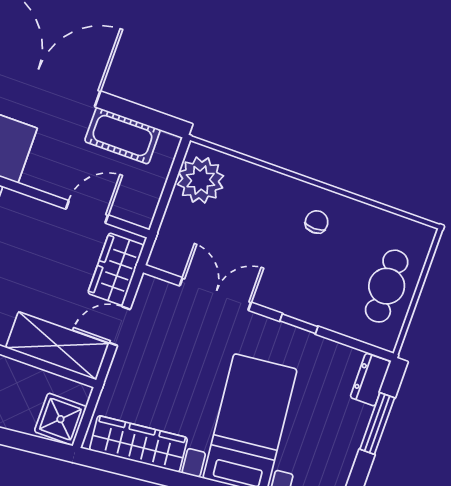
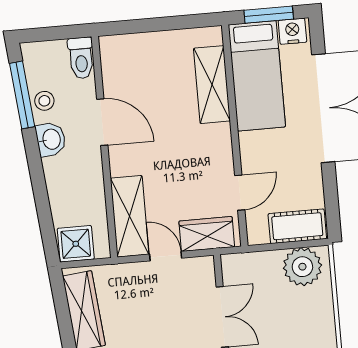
cot: (122, 136) -> (297, 226), moved, turned 90
door: (87, 212) -> (240, 193), hinge flipped

